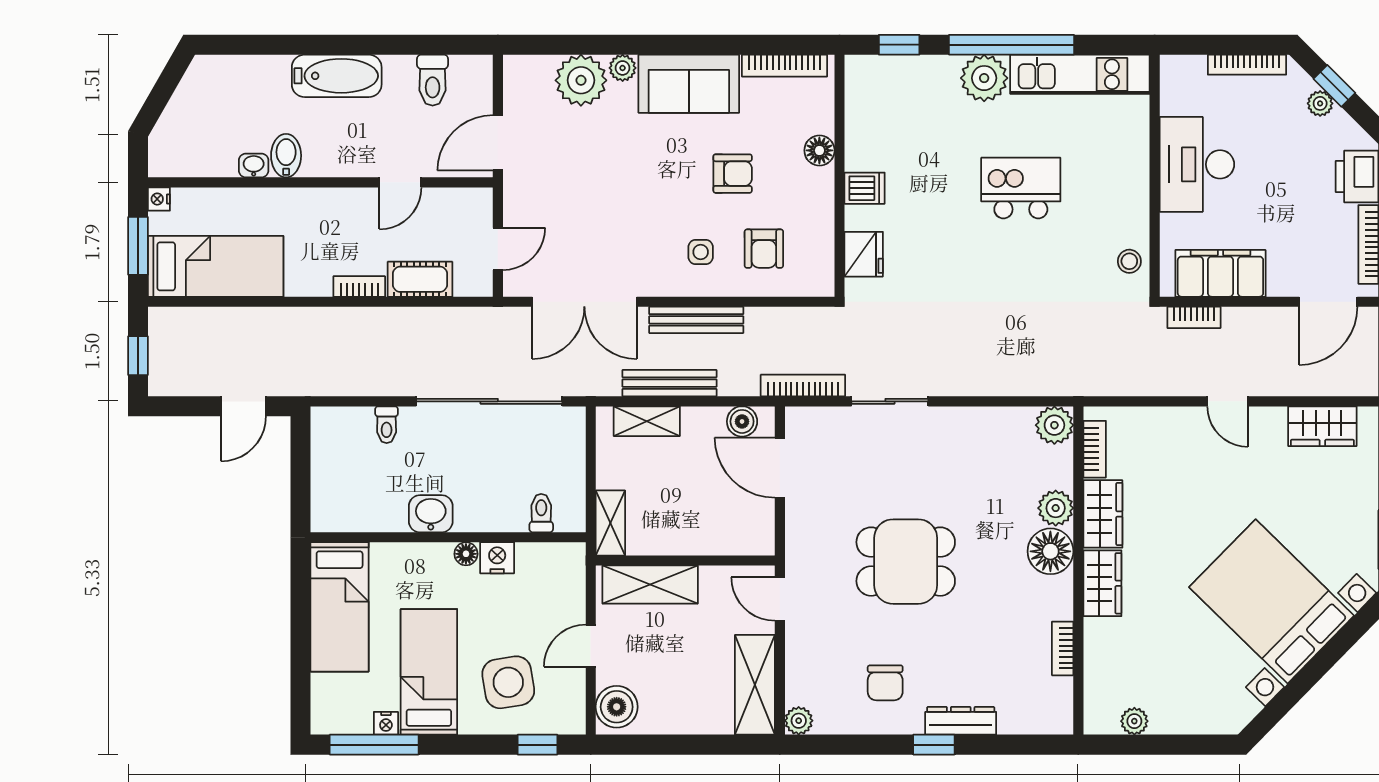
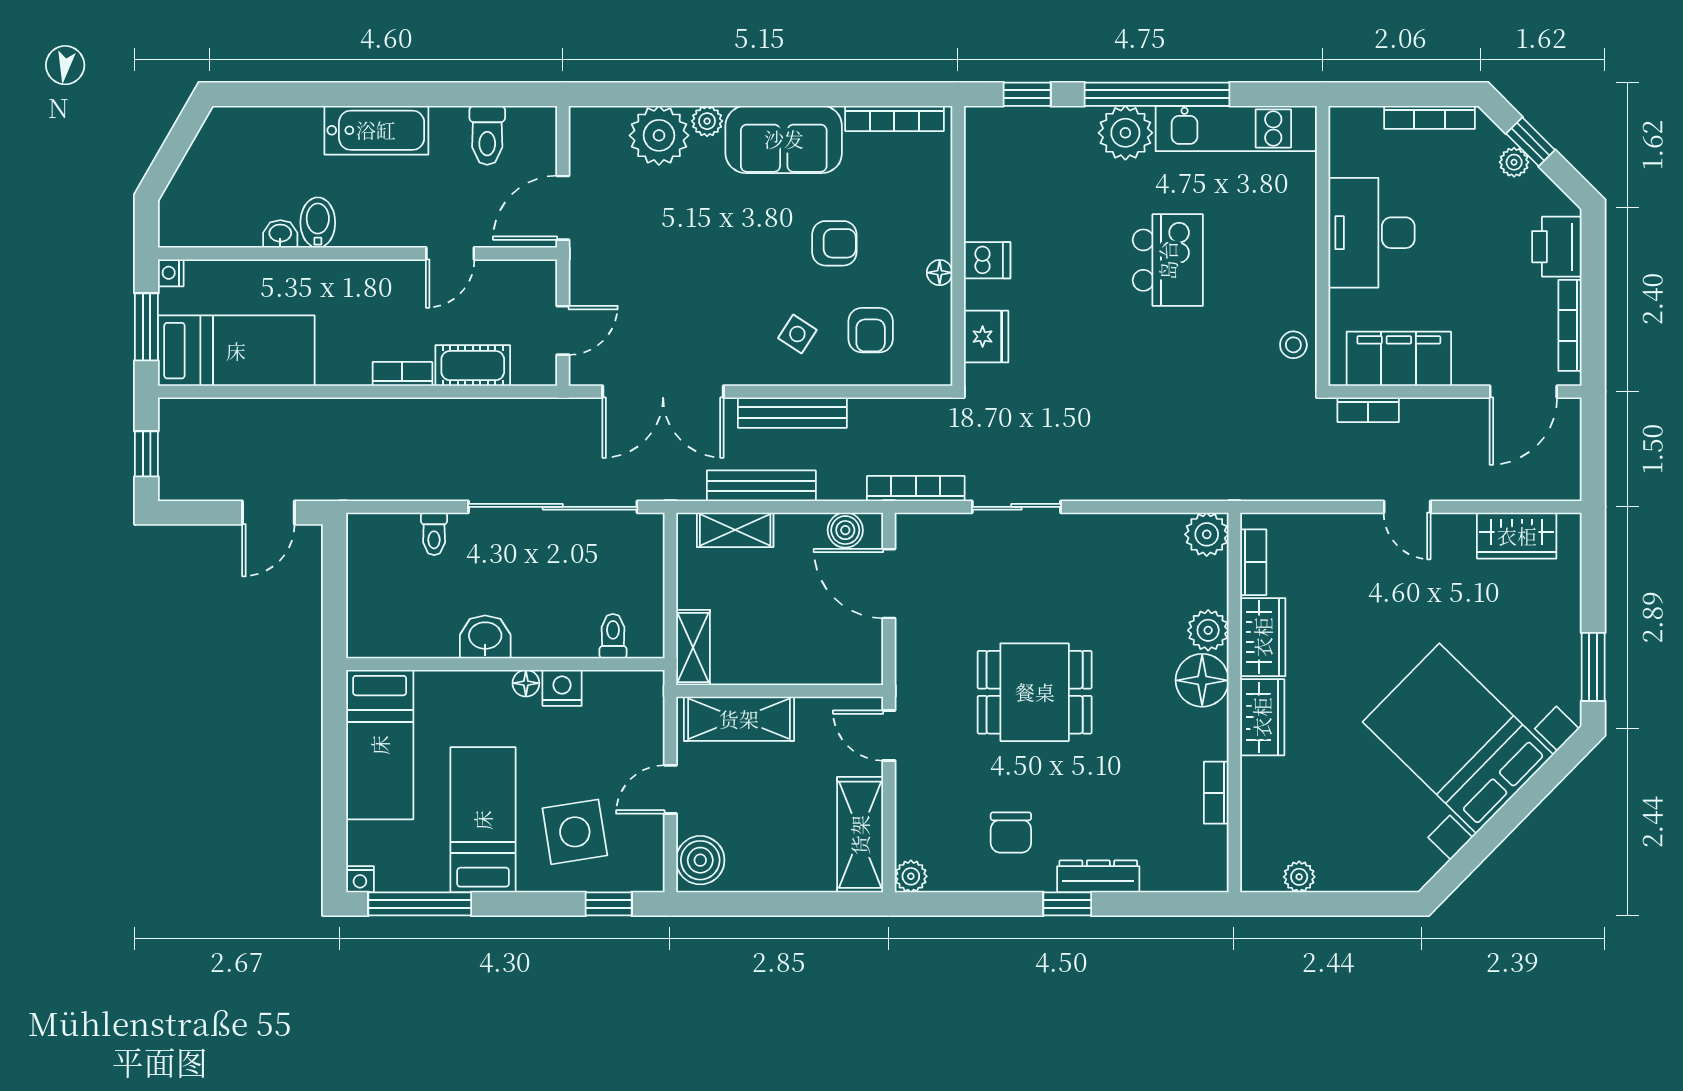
floor lamp: (819, 150) -> (940, 273), moved, width x0.73, depth x0.73
kitchen island: (1021, 188) -> (1168, 260), turned 90
side table: (701, 252) -> (797, 334), turned 33
nightstand: (386, 723) -> (360, 879), moved

